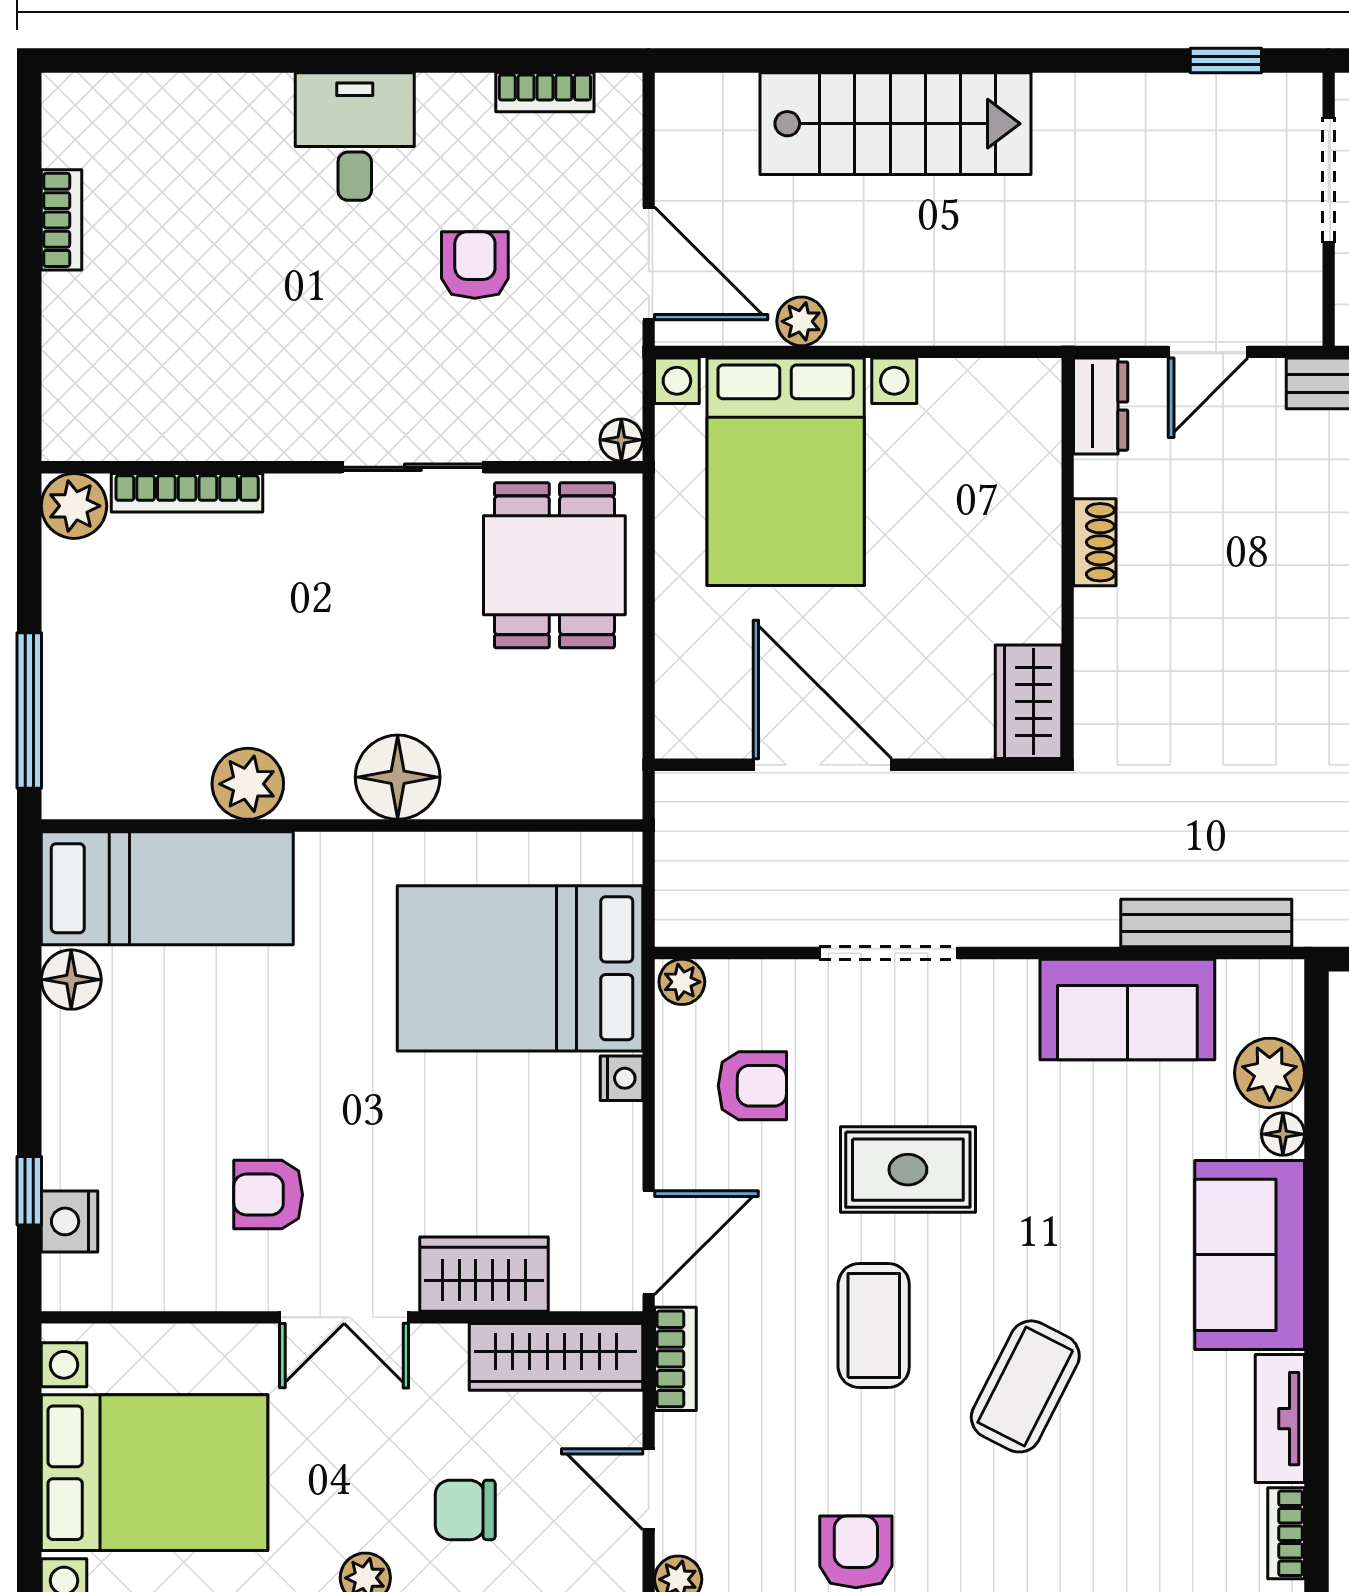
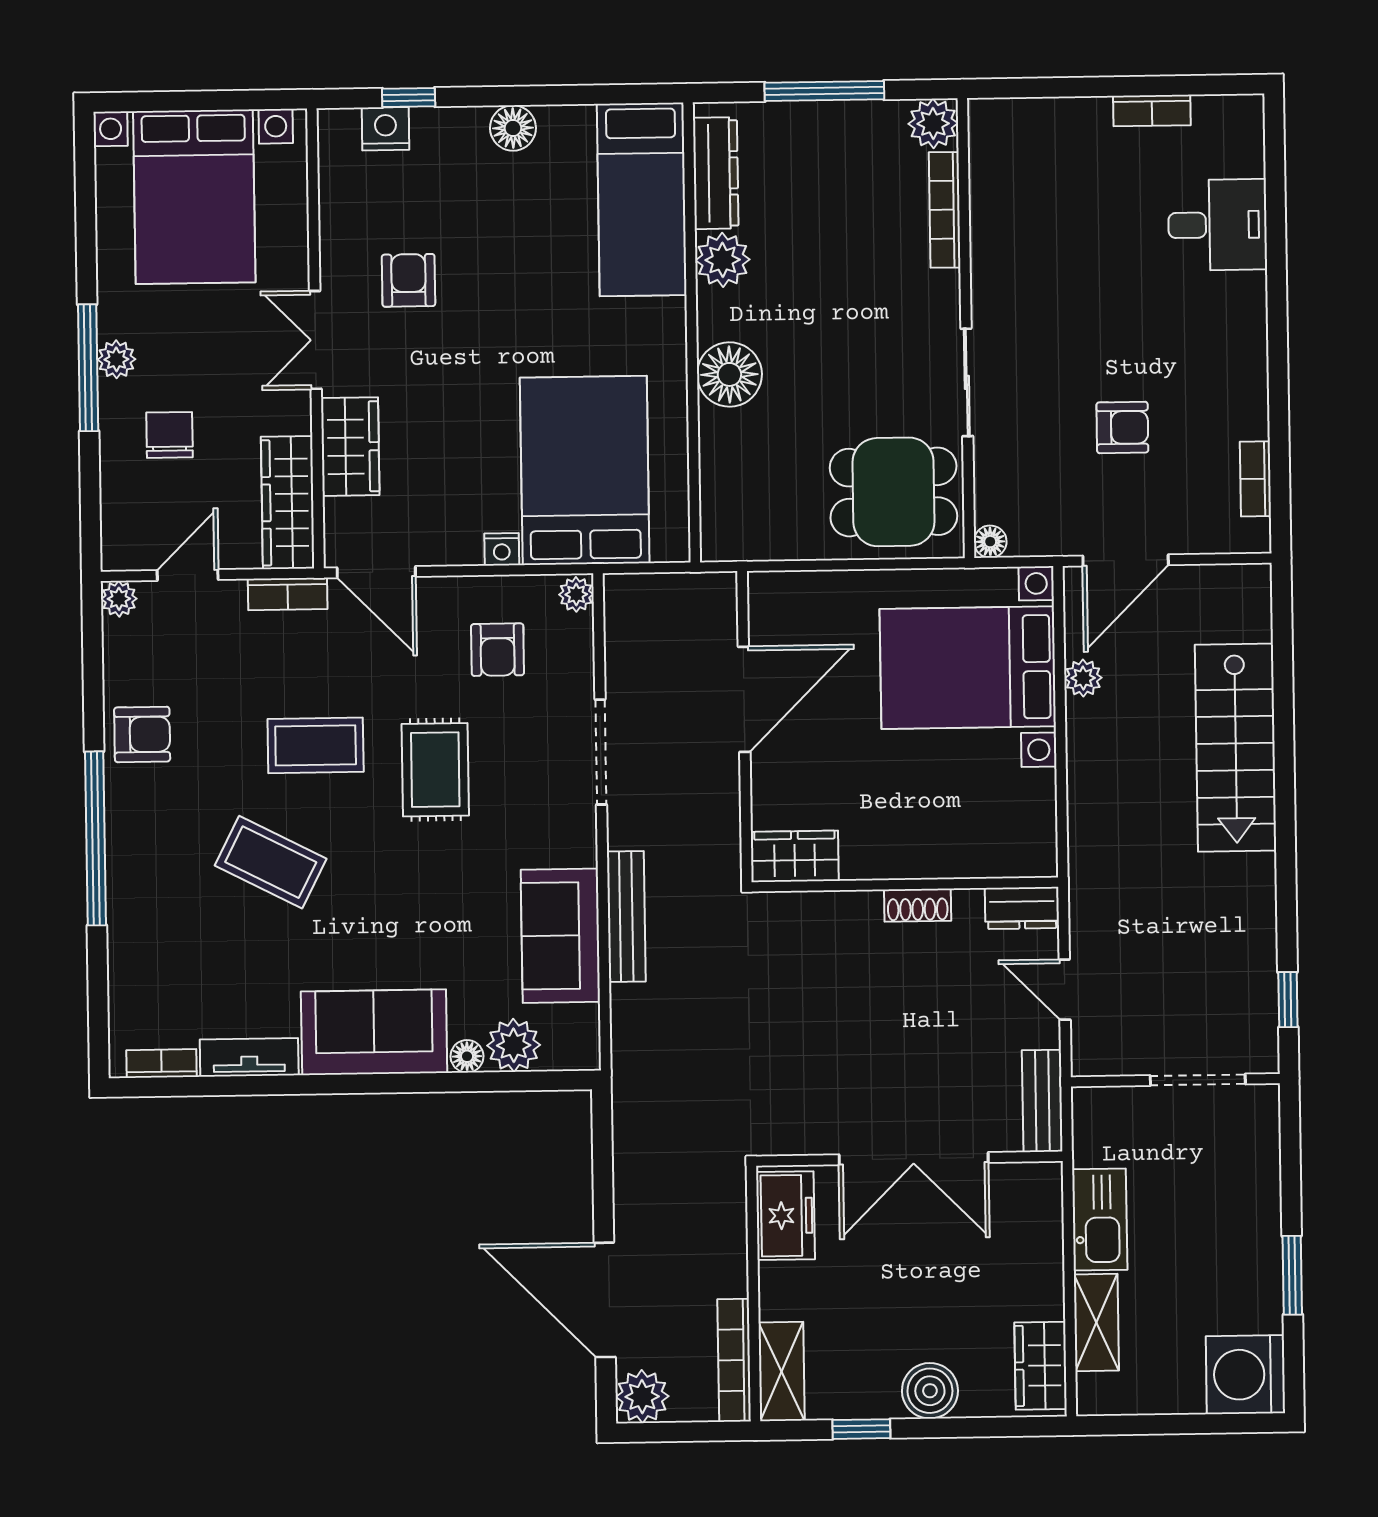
desk: (355, 137) -> (1218, 225), moved
window: (29, 711) -> (824, 91), moved
dresser: (134, 791) -> (716, 173), added
bench: (1206, 923) -> (626, 917), moved
floor lamp: (71, 980) -> (513, 128), moved

